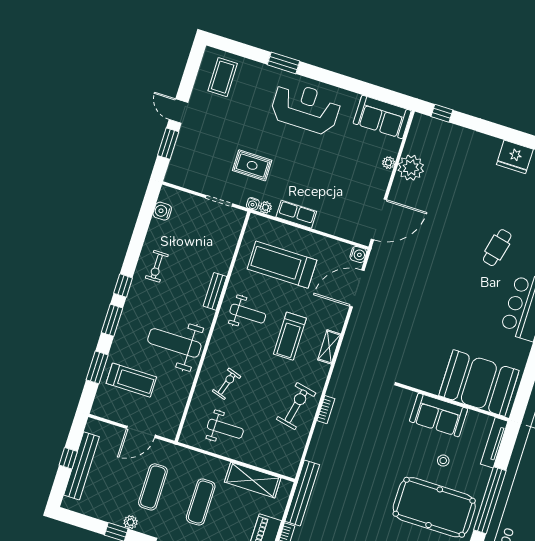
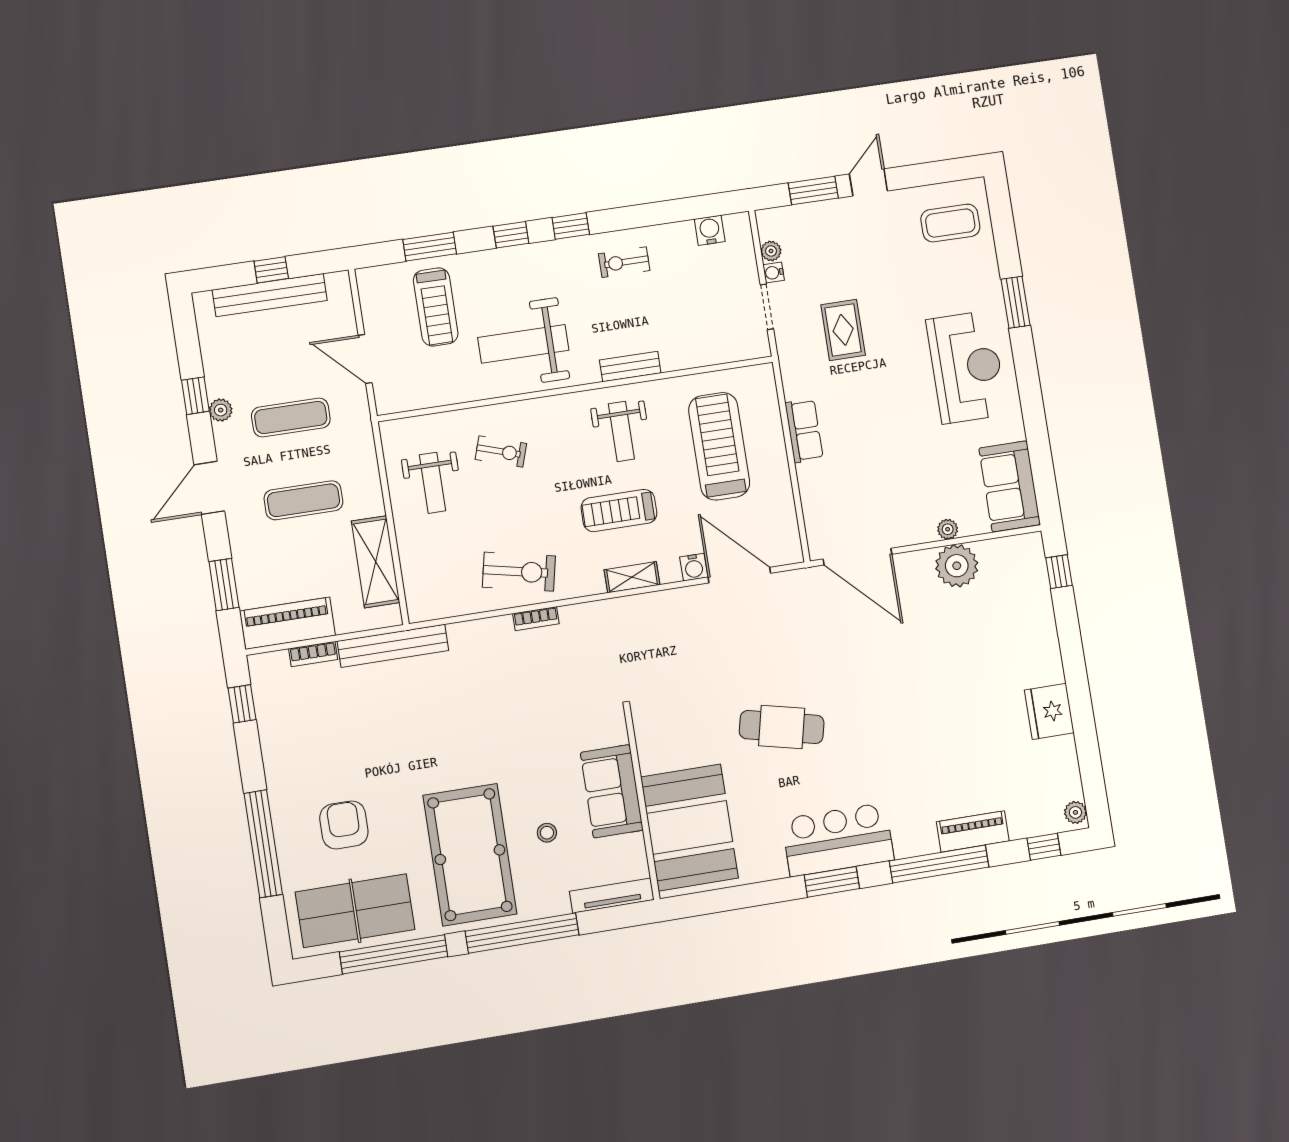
water cooler: (253, 204) -> (774, 273), moved
plant: (266, 207) -> (771, 251), moved
cafe table: (497, 248) -> (782, 727), moved, width x1.37, depth x1.35
water cooler: (358, 254) -> (694, 567), moved
window: (112, 320) -> (511, 235), width x0.67
weight bench: (174, 343) -> (523, 344), turned -90

